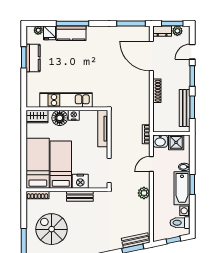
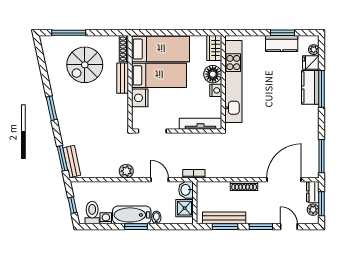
kitchen unit: (66, 100) -> (233, 81), width x1.36
bench: (80, 196) -> (123, 78), moved
spiral stairs: (52, 229) -> (85, 65), turned 180

